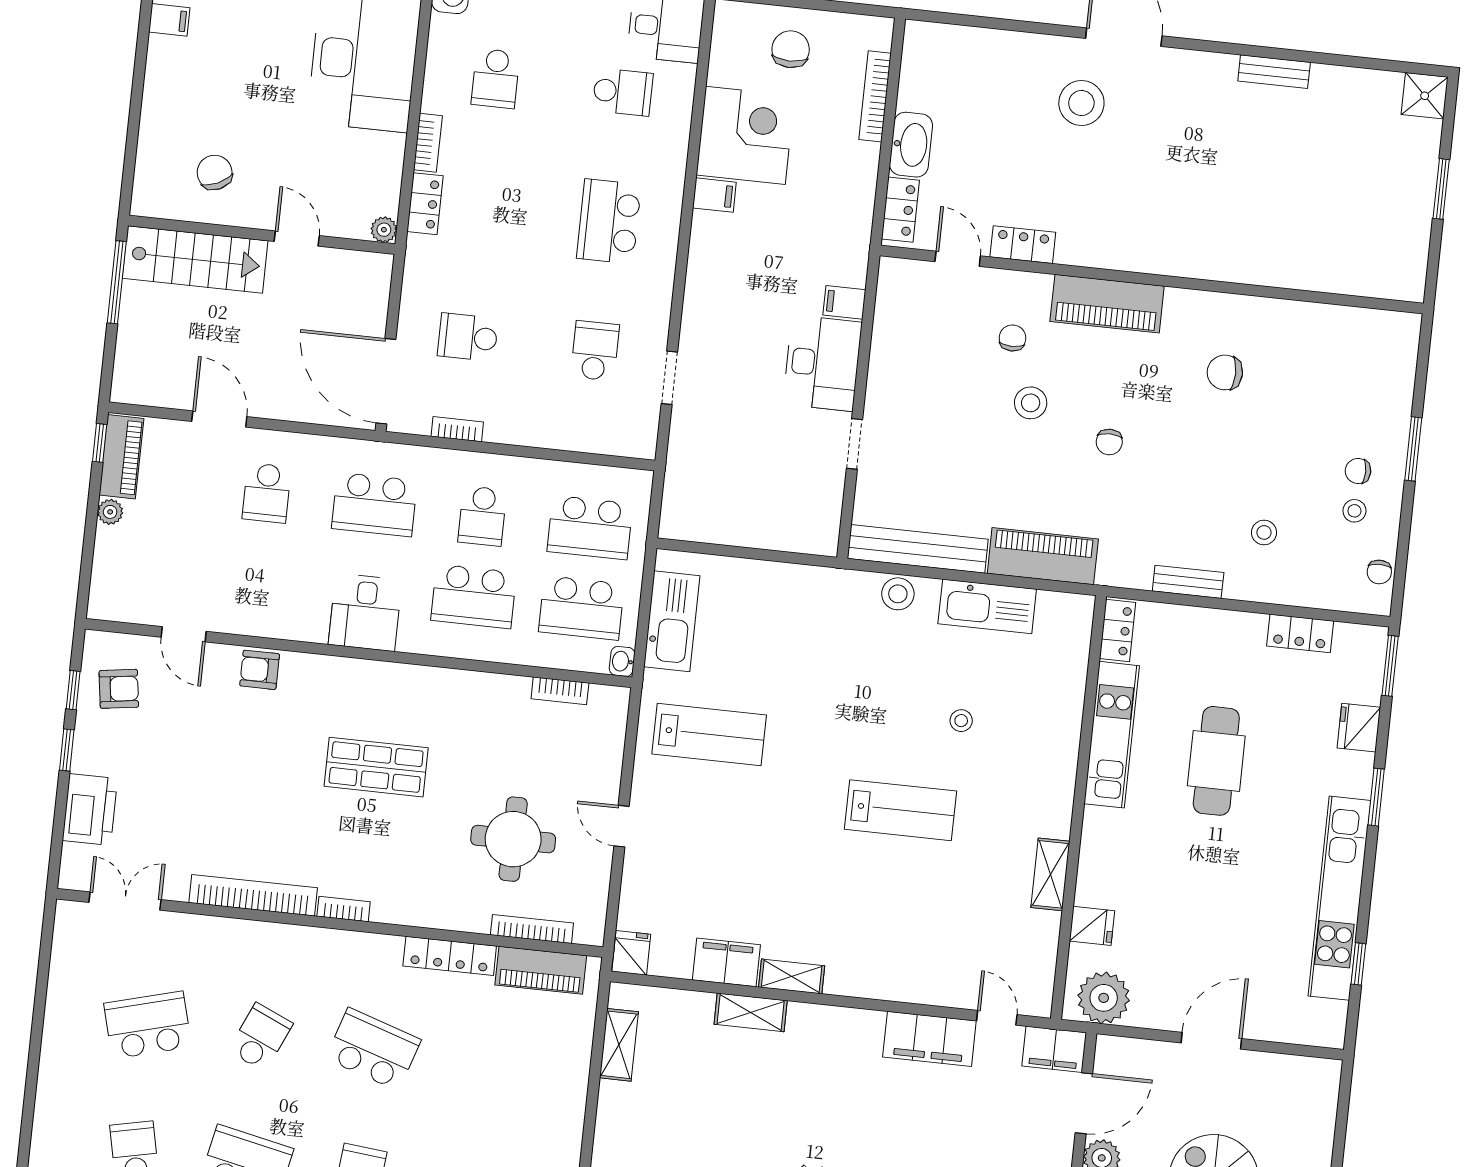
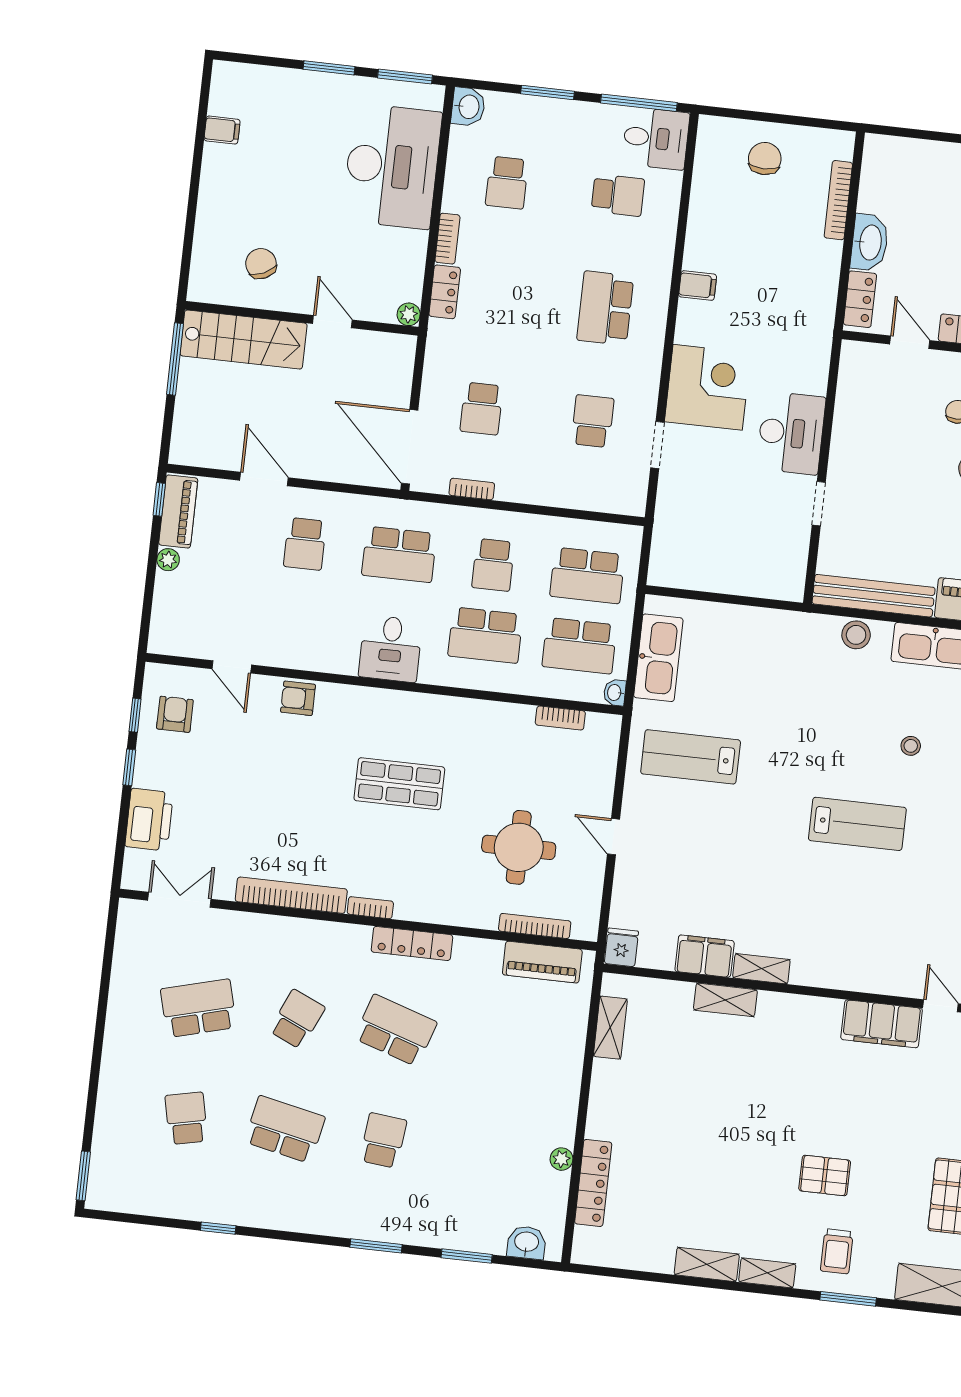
corner desk: (745, 135) -> (708, 387), moved
filing cabinet: (844, 302) -> (811, 380), removed
school desk: (468, 337) -> (481, 409), turned -90
armchair: (119, 689) -> (175, 714), turned -82
lab bench: (709, 734) -> (691, 757), turned 180
locker: (450, 956) -> (412, 943), moved

